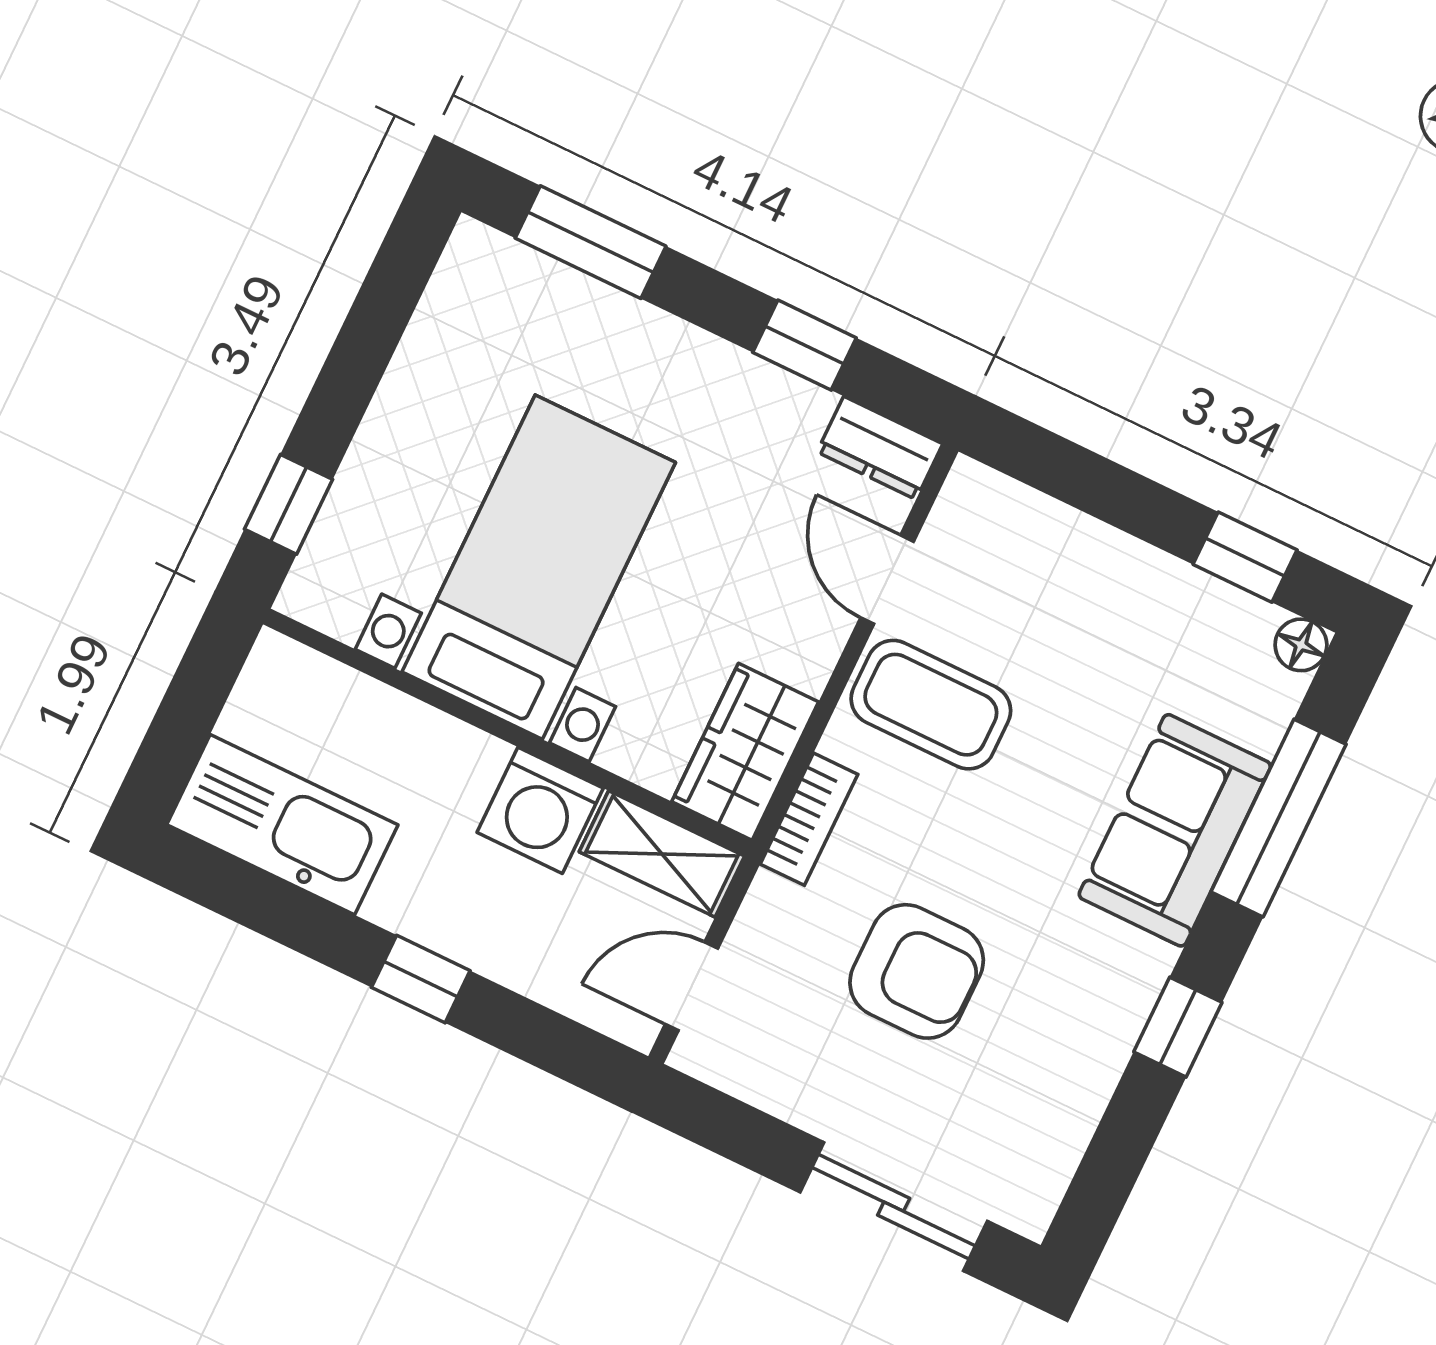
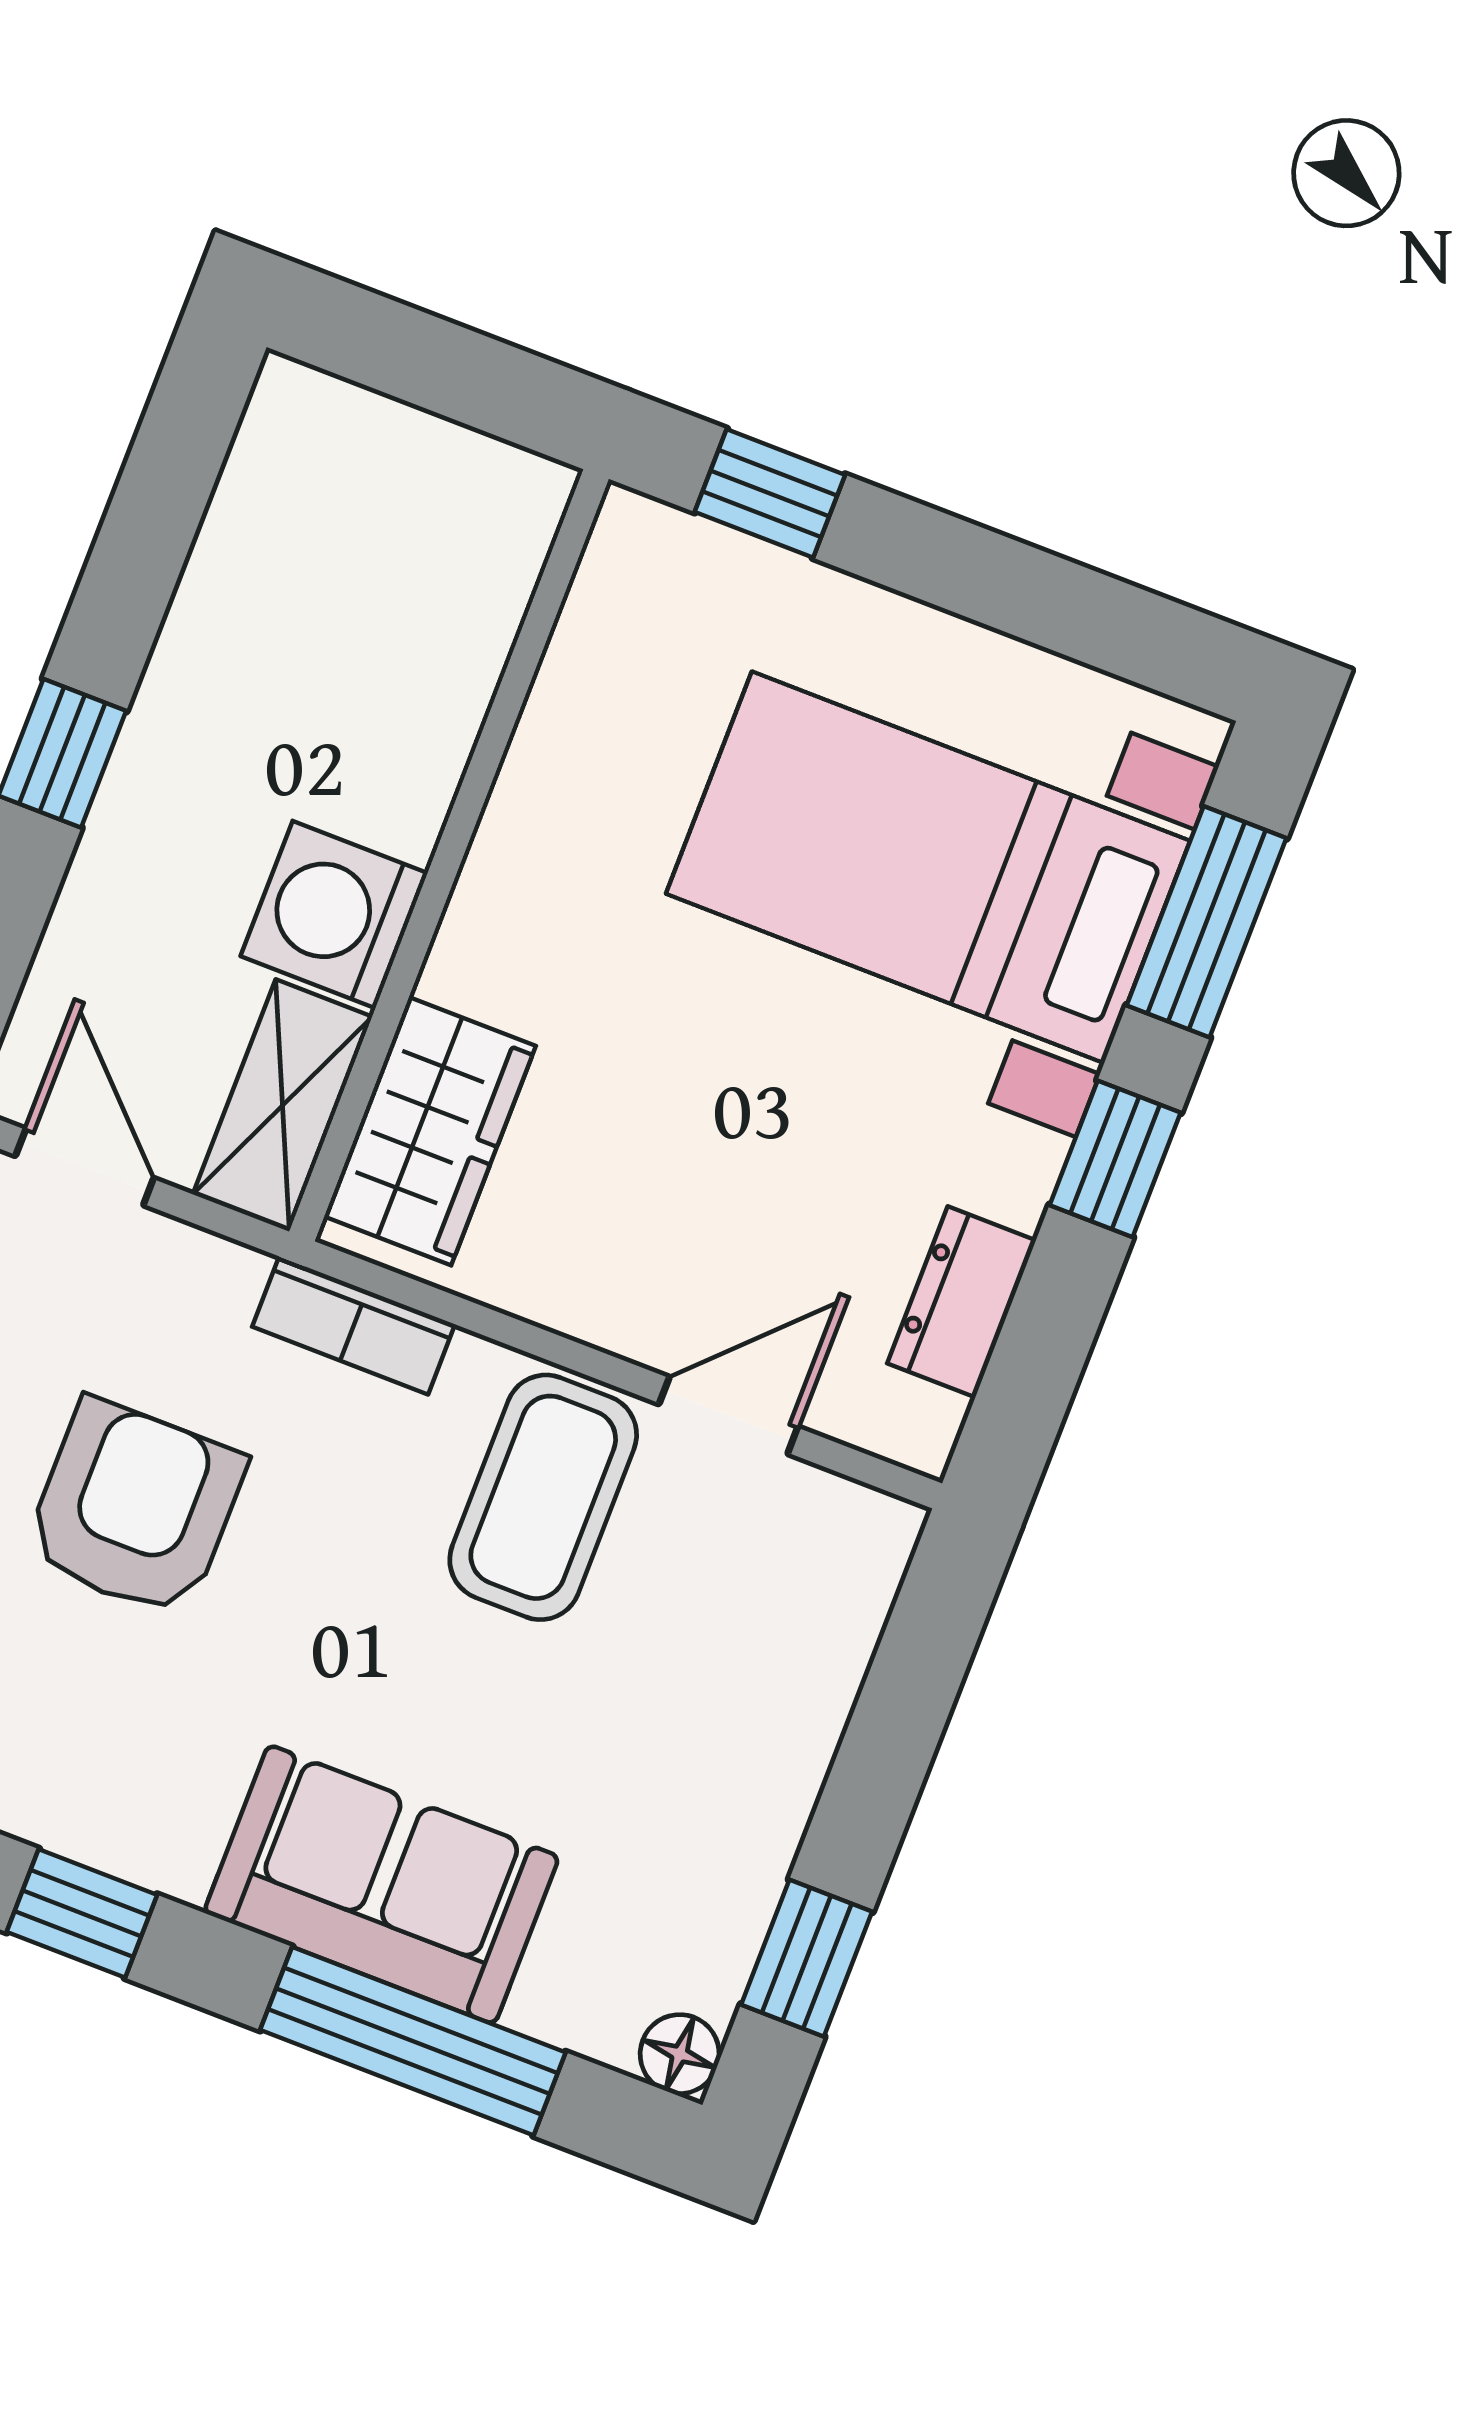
window: (804, 345) -> (1115, 1159), moved
dresser: (880, 448) -> (962, 1302), moved
bed with nightstands: (539, 567) -> (928, 867), moved, turned 180
wardrobe: (745, 752) -> (430, 1131), moved, turned 90
kitchen sink: (282, 825) -> (281, 523), removed
armchair: (917, 971) -> (135, 1508), turned 180

